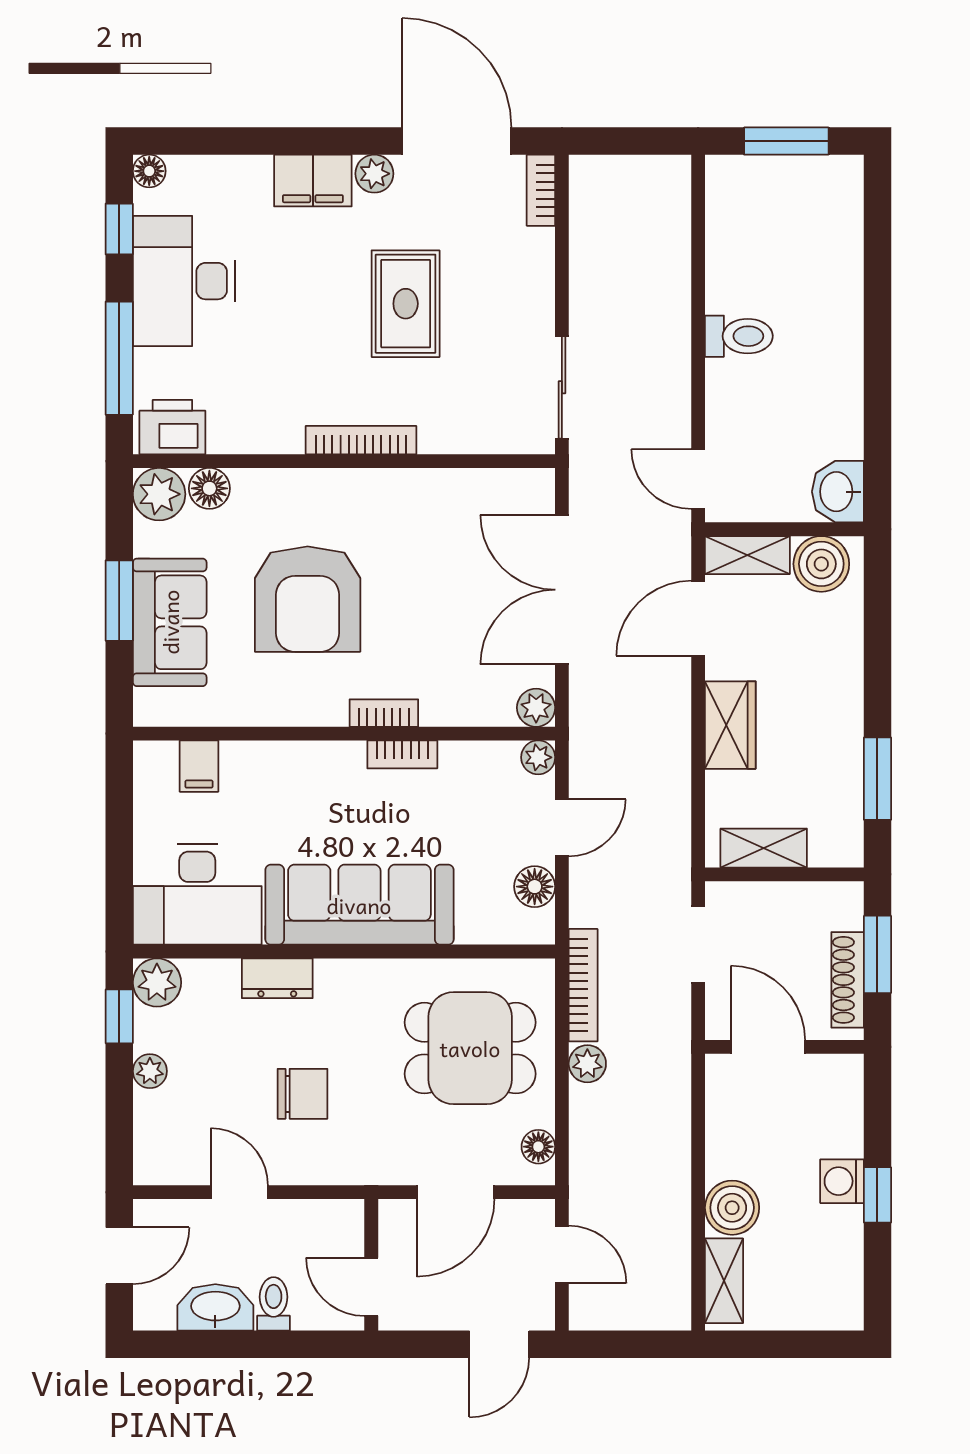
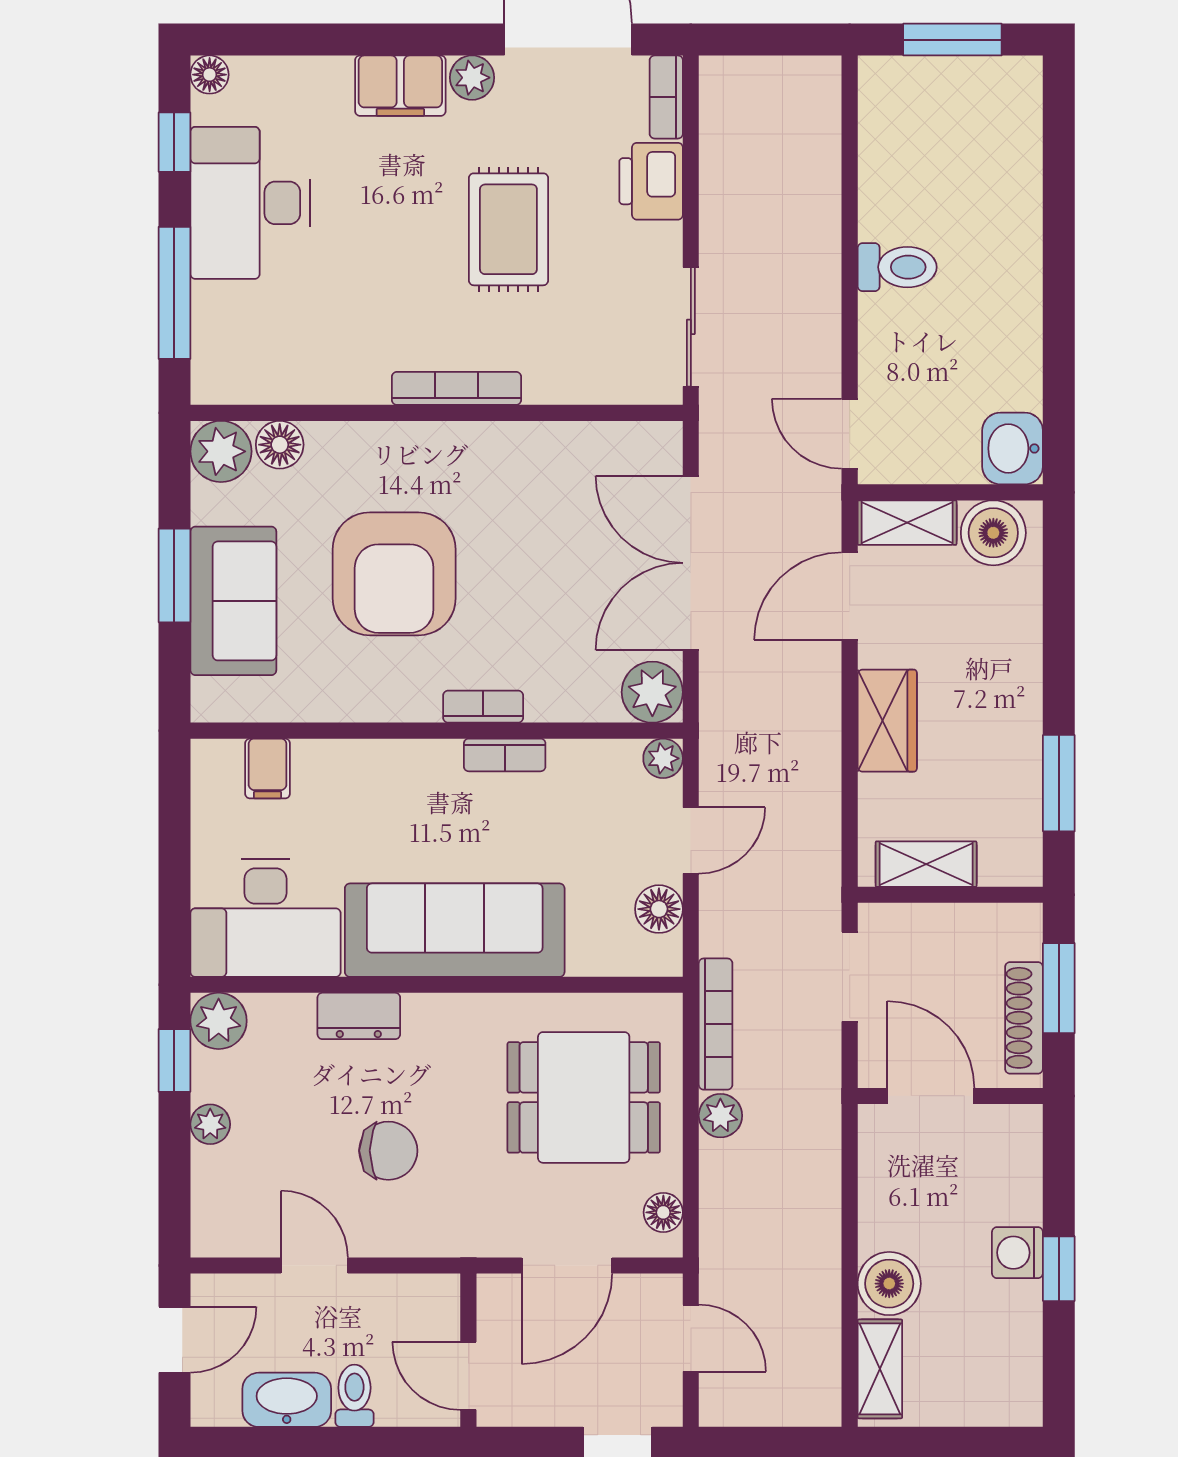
printer: (172, 427) -> (651, 181), moved, turned -90
plant: (536, 708) -> (652, 692), width x1.38, depth x1.38

